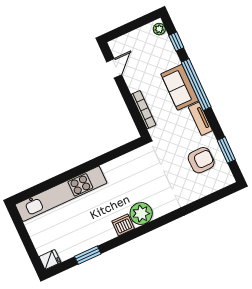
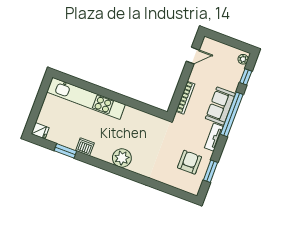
armchair: (201, 160) -> (189, 162), turned -90
dishwasher: (123, 225) -> (85, 147), moved

